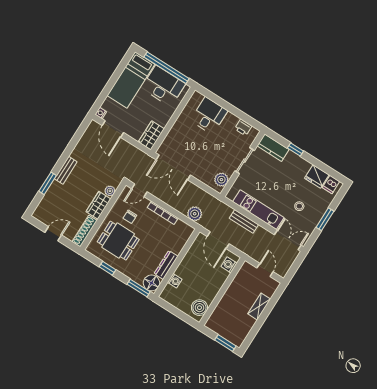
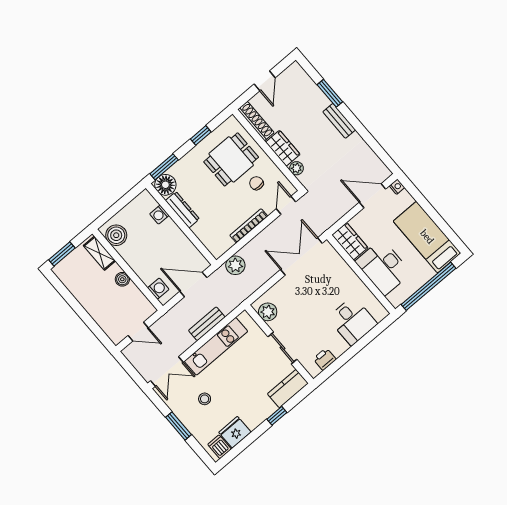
desk: (163, 86) -> (383, 267), moved, turned 90
boiler: (230, 293) -> (122, 279), added
shelving: (259, 306) -> (99, 253), moved

